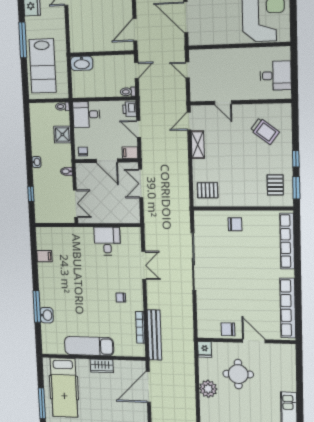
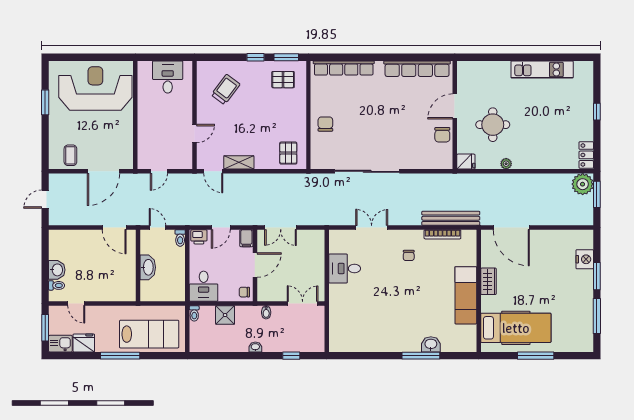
washbasin: (82, 63) -> (148, 267), moved
filing cabinet: (44, 256) -> (362, 343), removed
plant: (208, 389) -> (506, 164), width x0.53, depth x0.53

